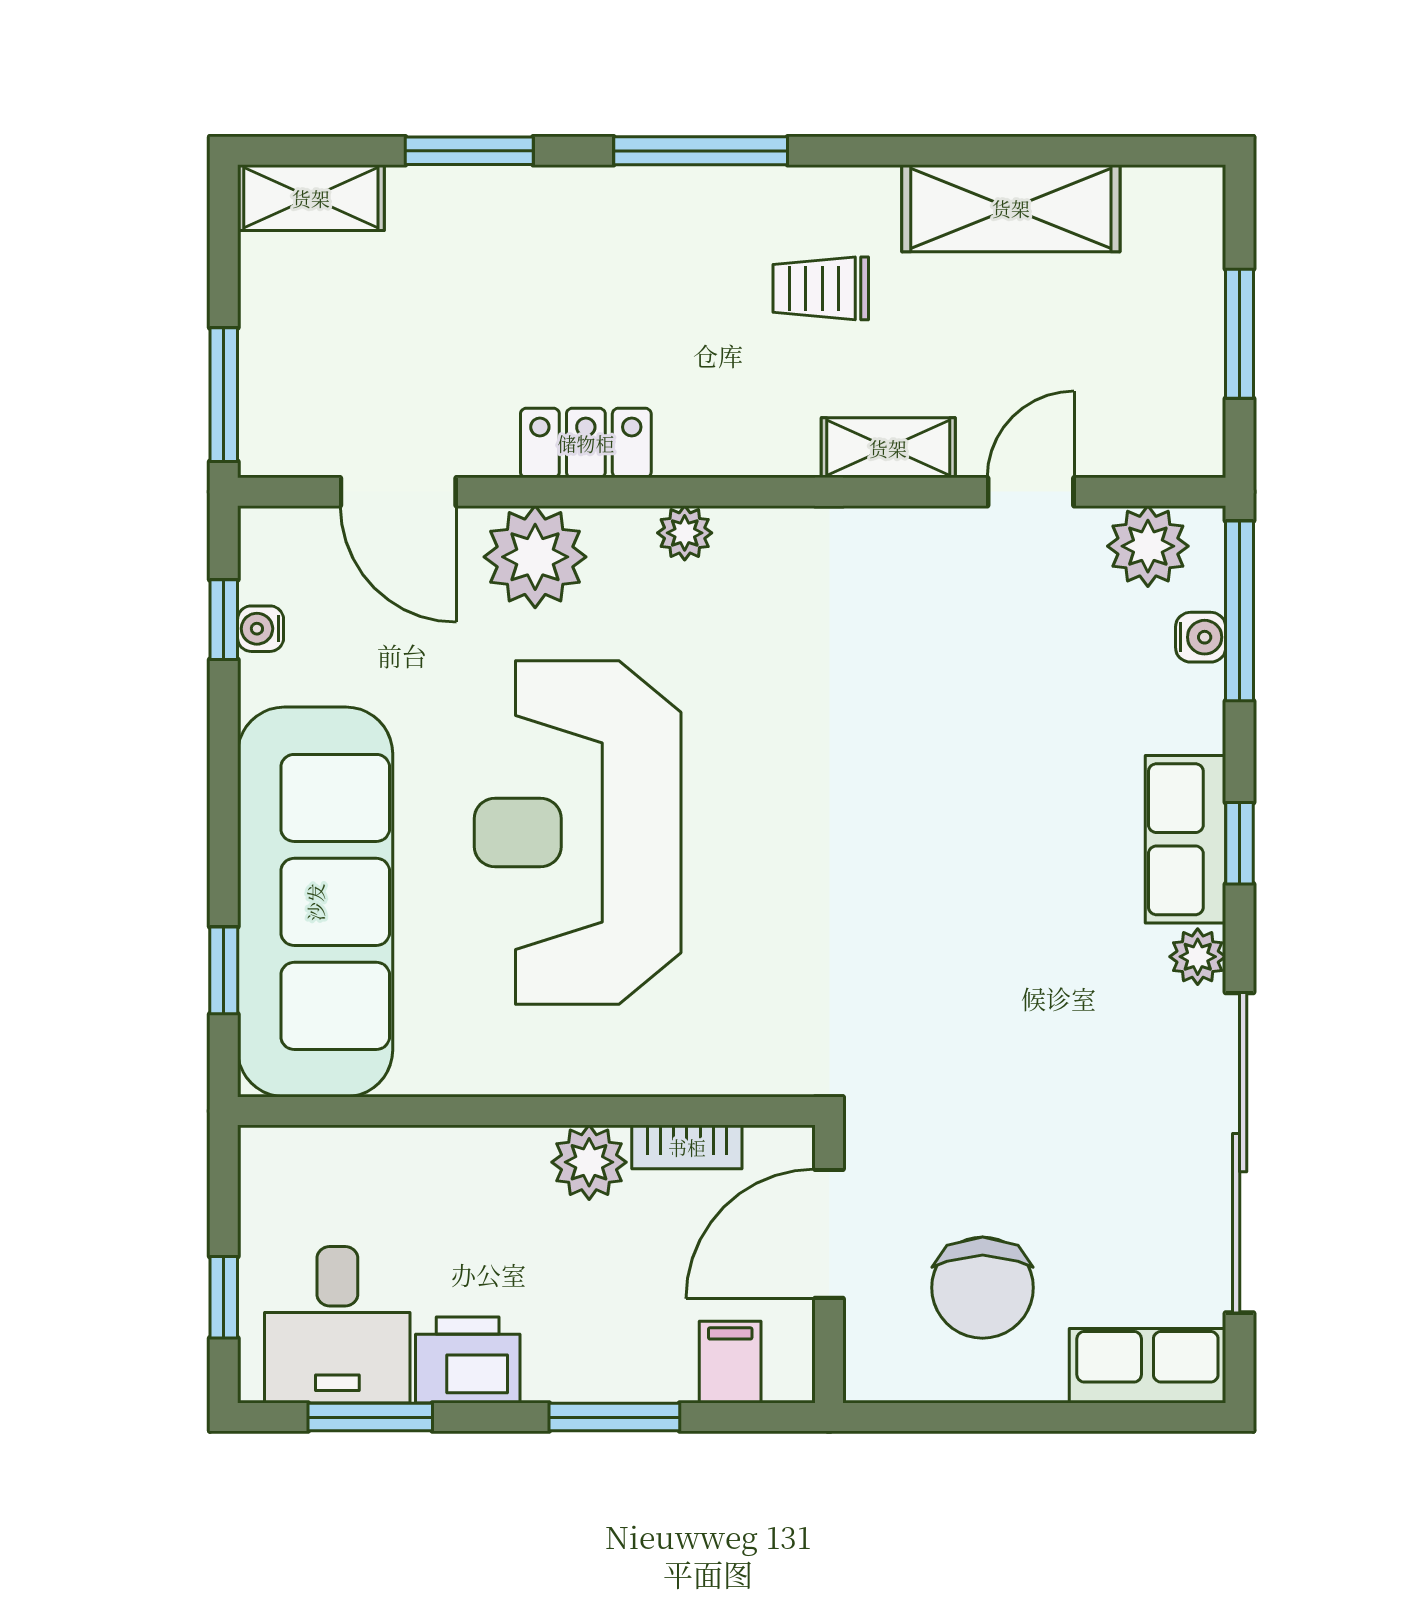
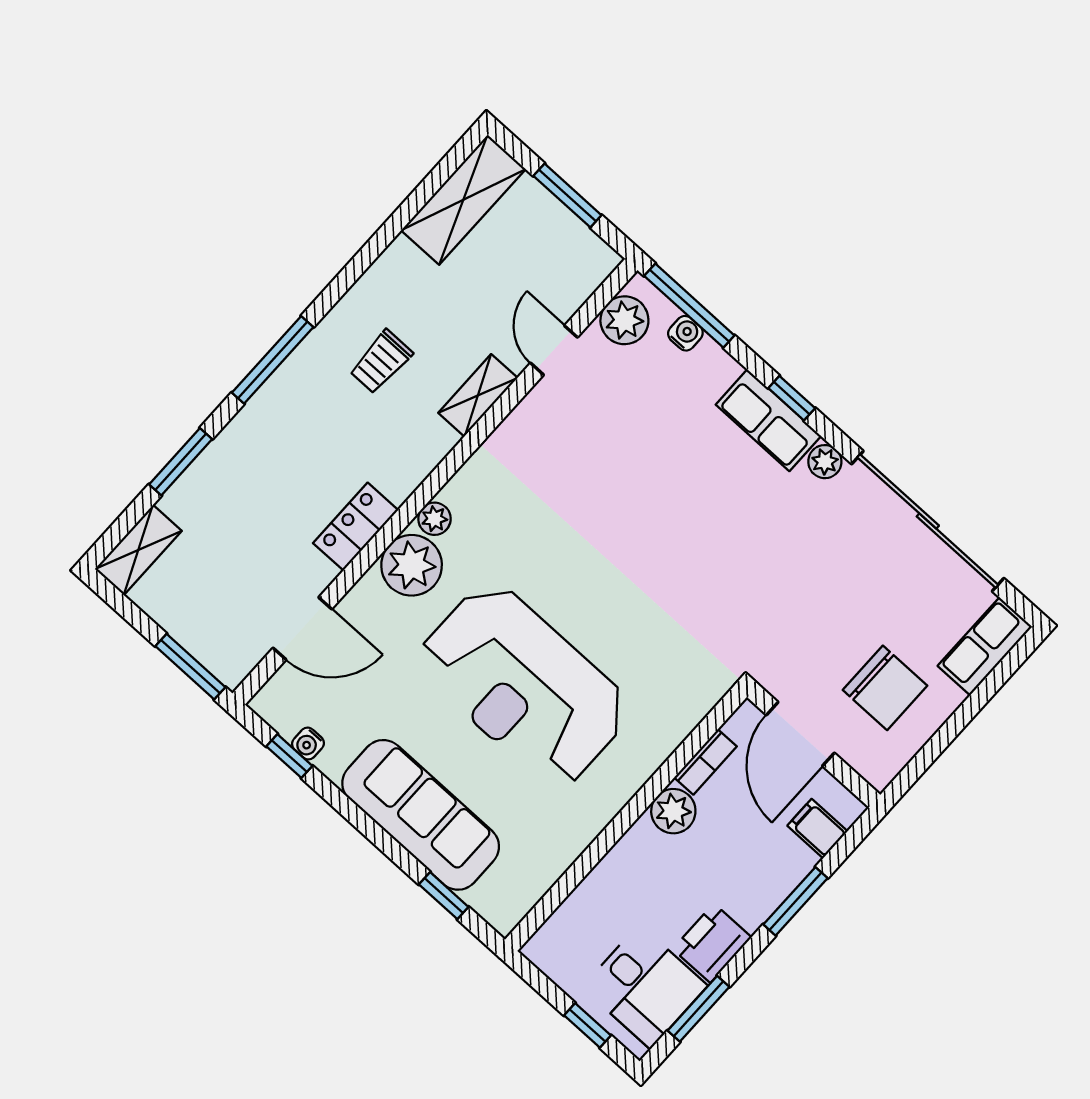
shelving: (1011, 208) -> (463, 200), moved
plant: (535, 557) -> (412, 565), moved
sofa: (315, 902) -> (421, 815), width x0.74, depth x0.79

